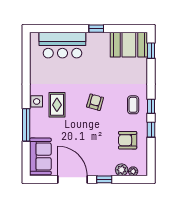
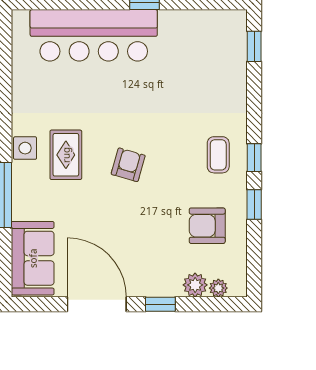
bar counter: (62, 45) -> (94, 35), width x1.36
booth: (129, 45) -> (210, 34), removed
armchair: (95, 102) -> (128, 165), moved

